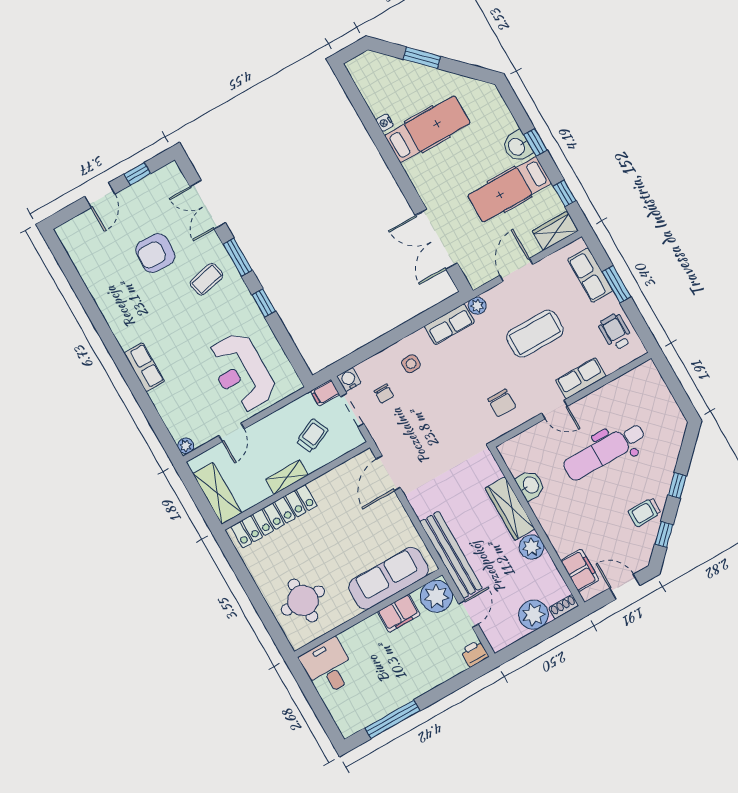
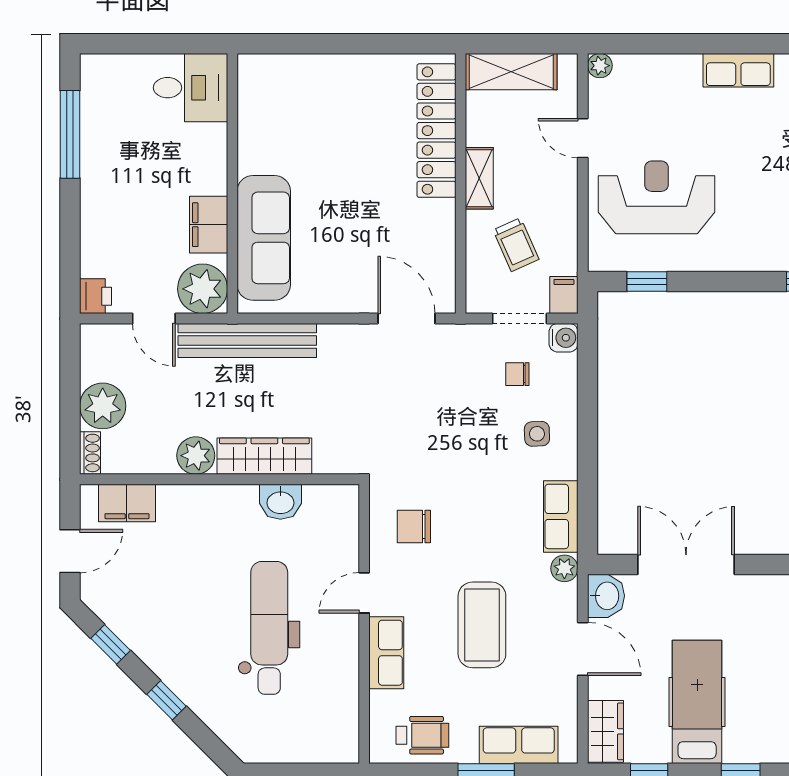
washbasin: (517, 146) -> (606, 596), moved, turned 90
window: (264, 303) -> (647, 282), moved
trolley: (645, 512) -> (156, 635), removed
round table: (303, 601) -> (300, 105), removed

